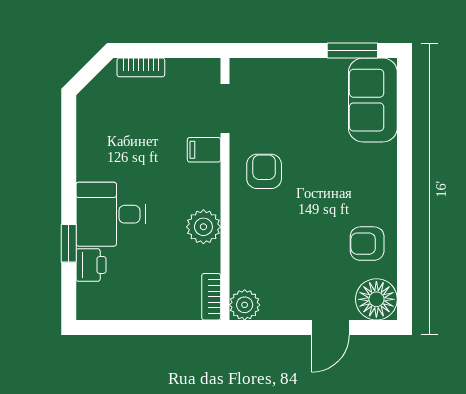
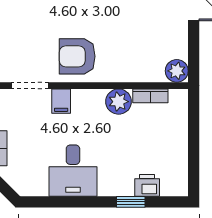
armchair: (264, 171) -> (77, 56), width x1.38, depth x1.38
desk: (111, 214) -> (73, 171), moved
bookcase: (211, 297) -> (150, 96), moved

